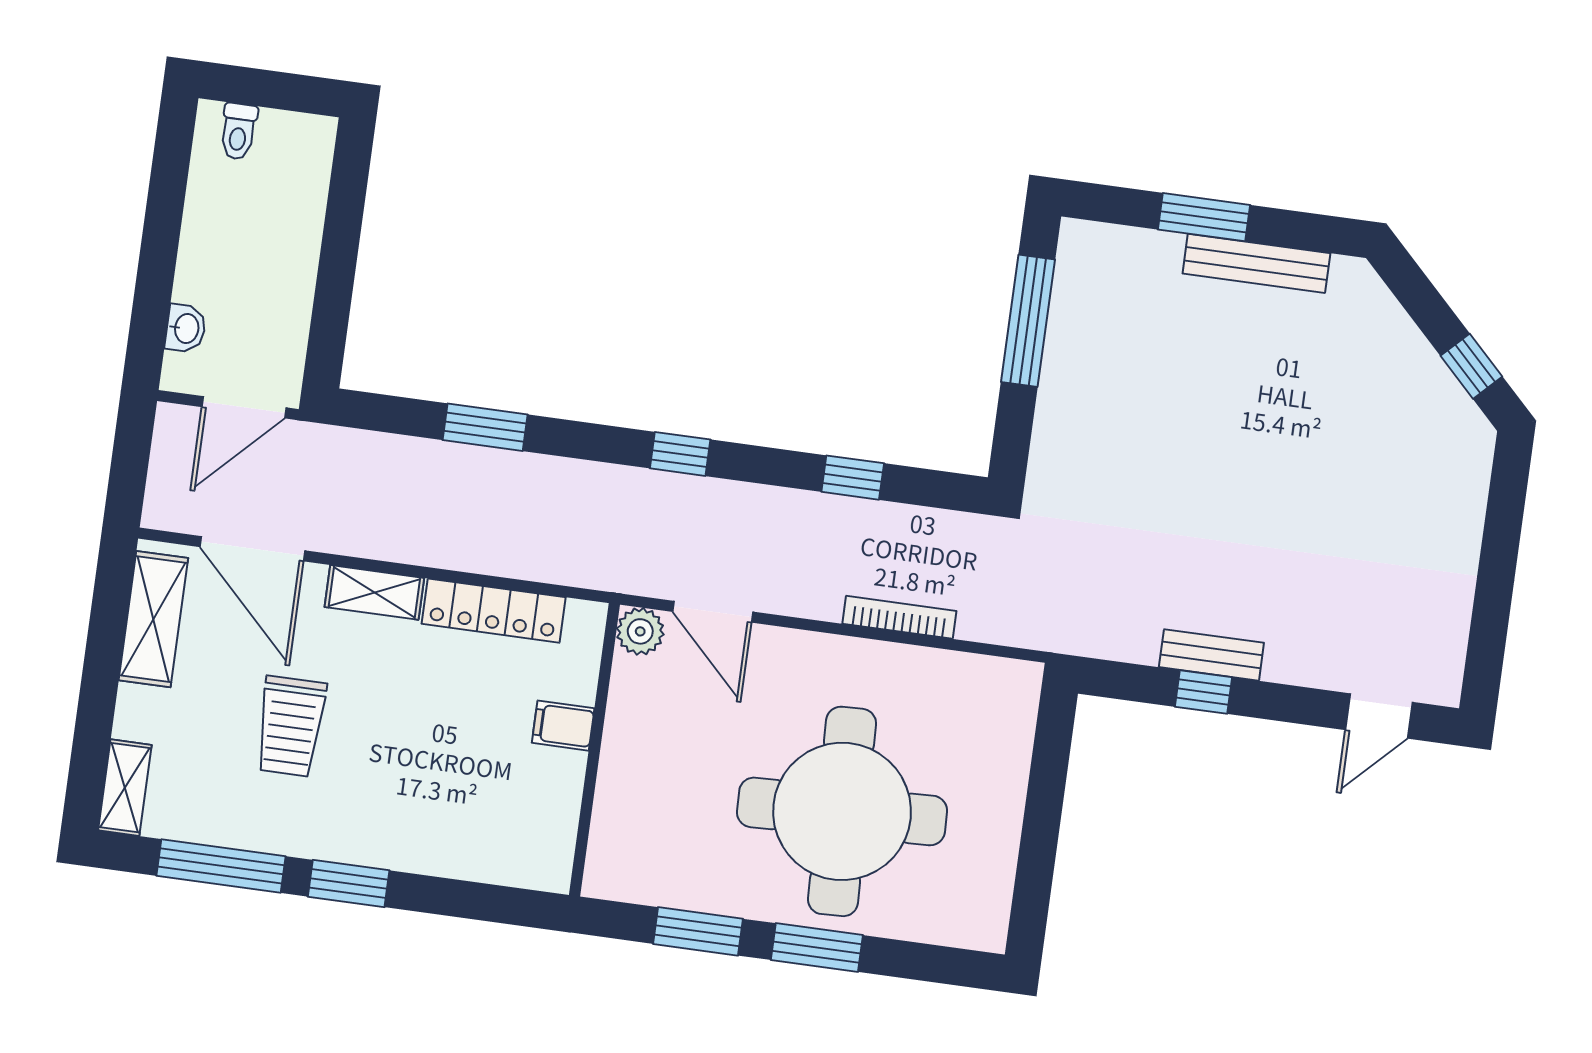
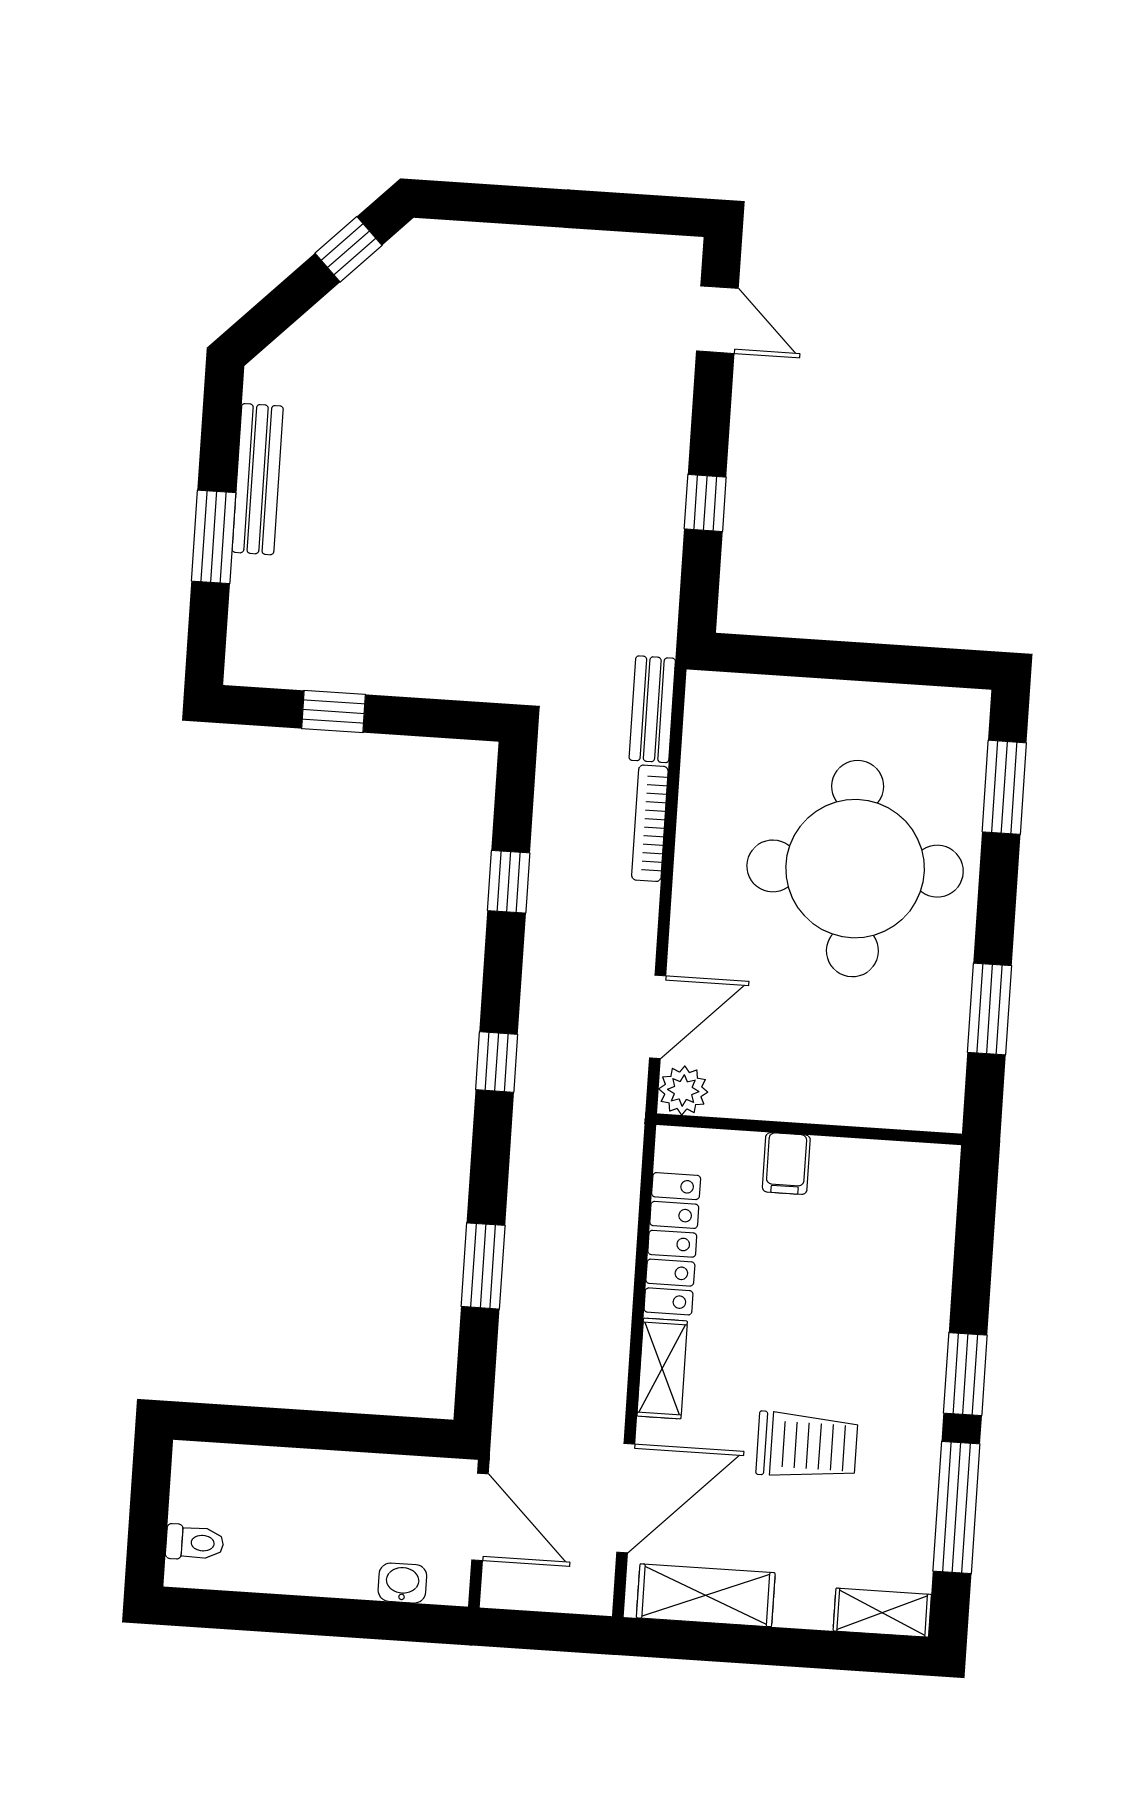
window: (1028, 321) -> (333, 711), width x0.46
bench: (1211, 655) -> (652, 709), moved
window: (817, 948) -> (1004, 787), moved

